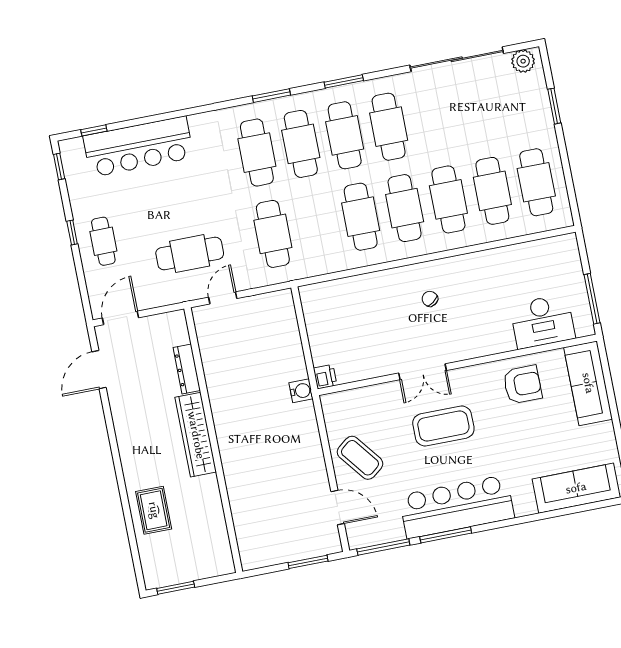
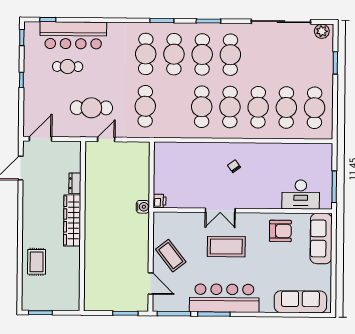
cafe table: (103, 241) -> (68, 67), moved, turned 90
dresser: (187, 369) -> (75, 183), width x0.70

